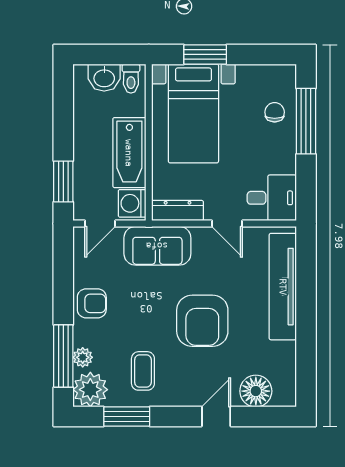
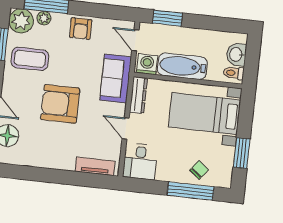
window: (205, 54) -> (242, 153), moved
chair: (275, 112) -> (199, 170), turned -52
door: (227, 224) -> (126, 128), hinge flipped
tv unit: (283, 287) -> (95, 166), width x0.52, depth x0.78
coffee table: (143, 371) -> (30, 59), width x1.36, depth x1.30

